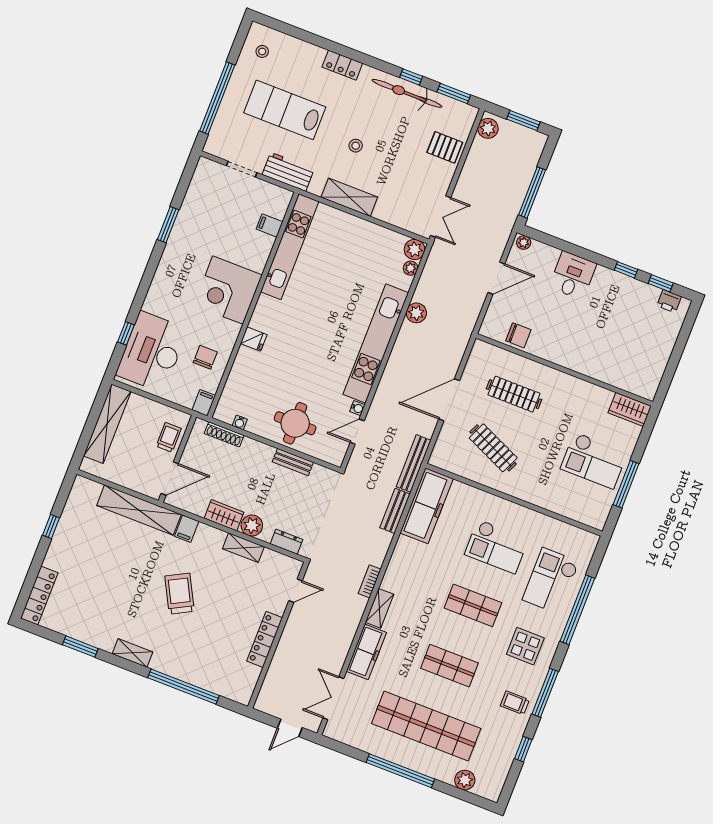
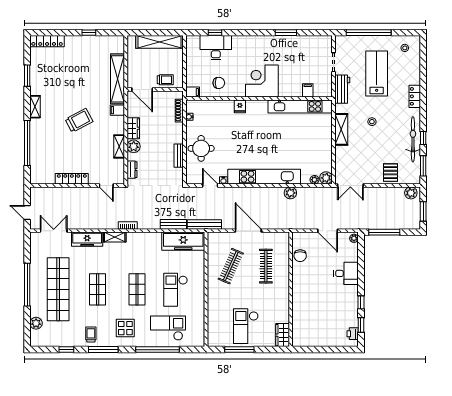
desk: (152, 352) -> (216, 48), width x0.73, depth x0.77

